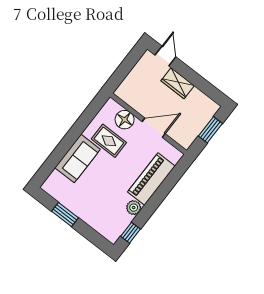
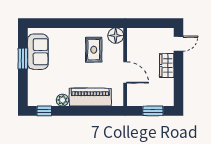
floor lamp: (125, 120) -> (116, 36), moved
sofa: (78, 158) -> (38, 52), moved, turned -90

